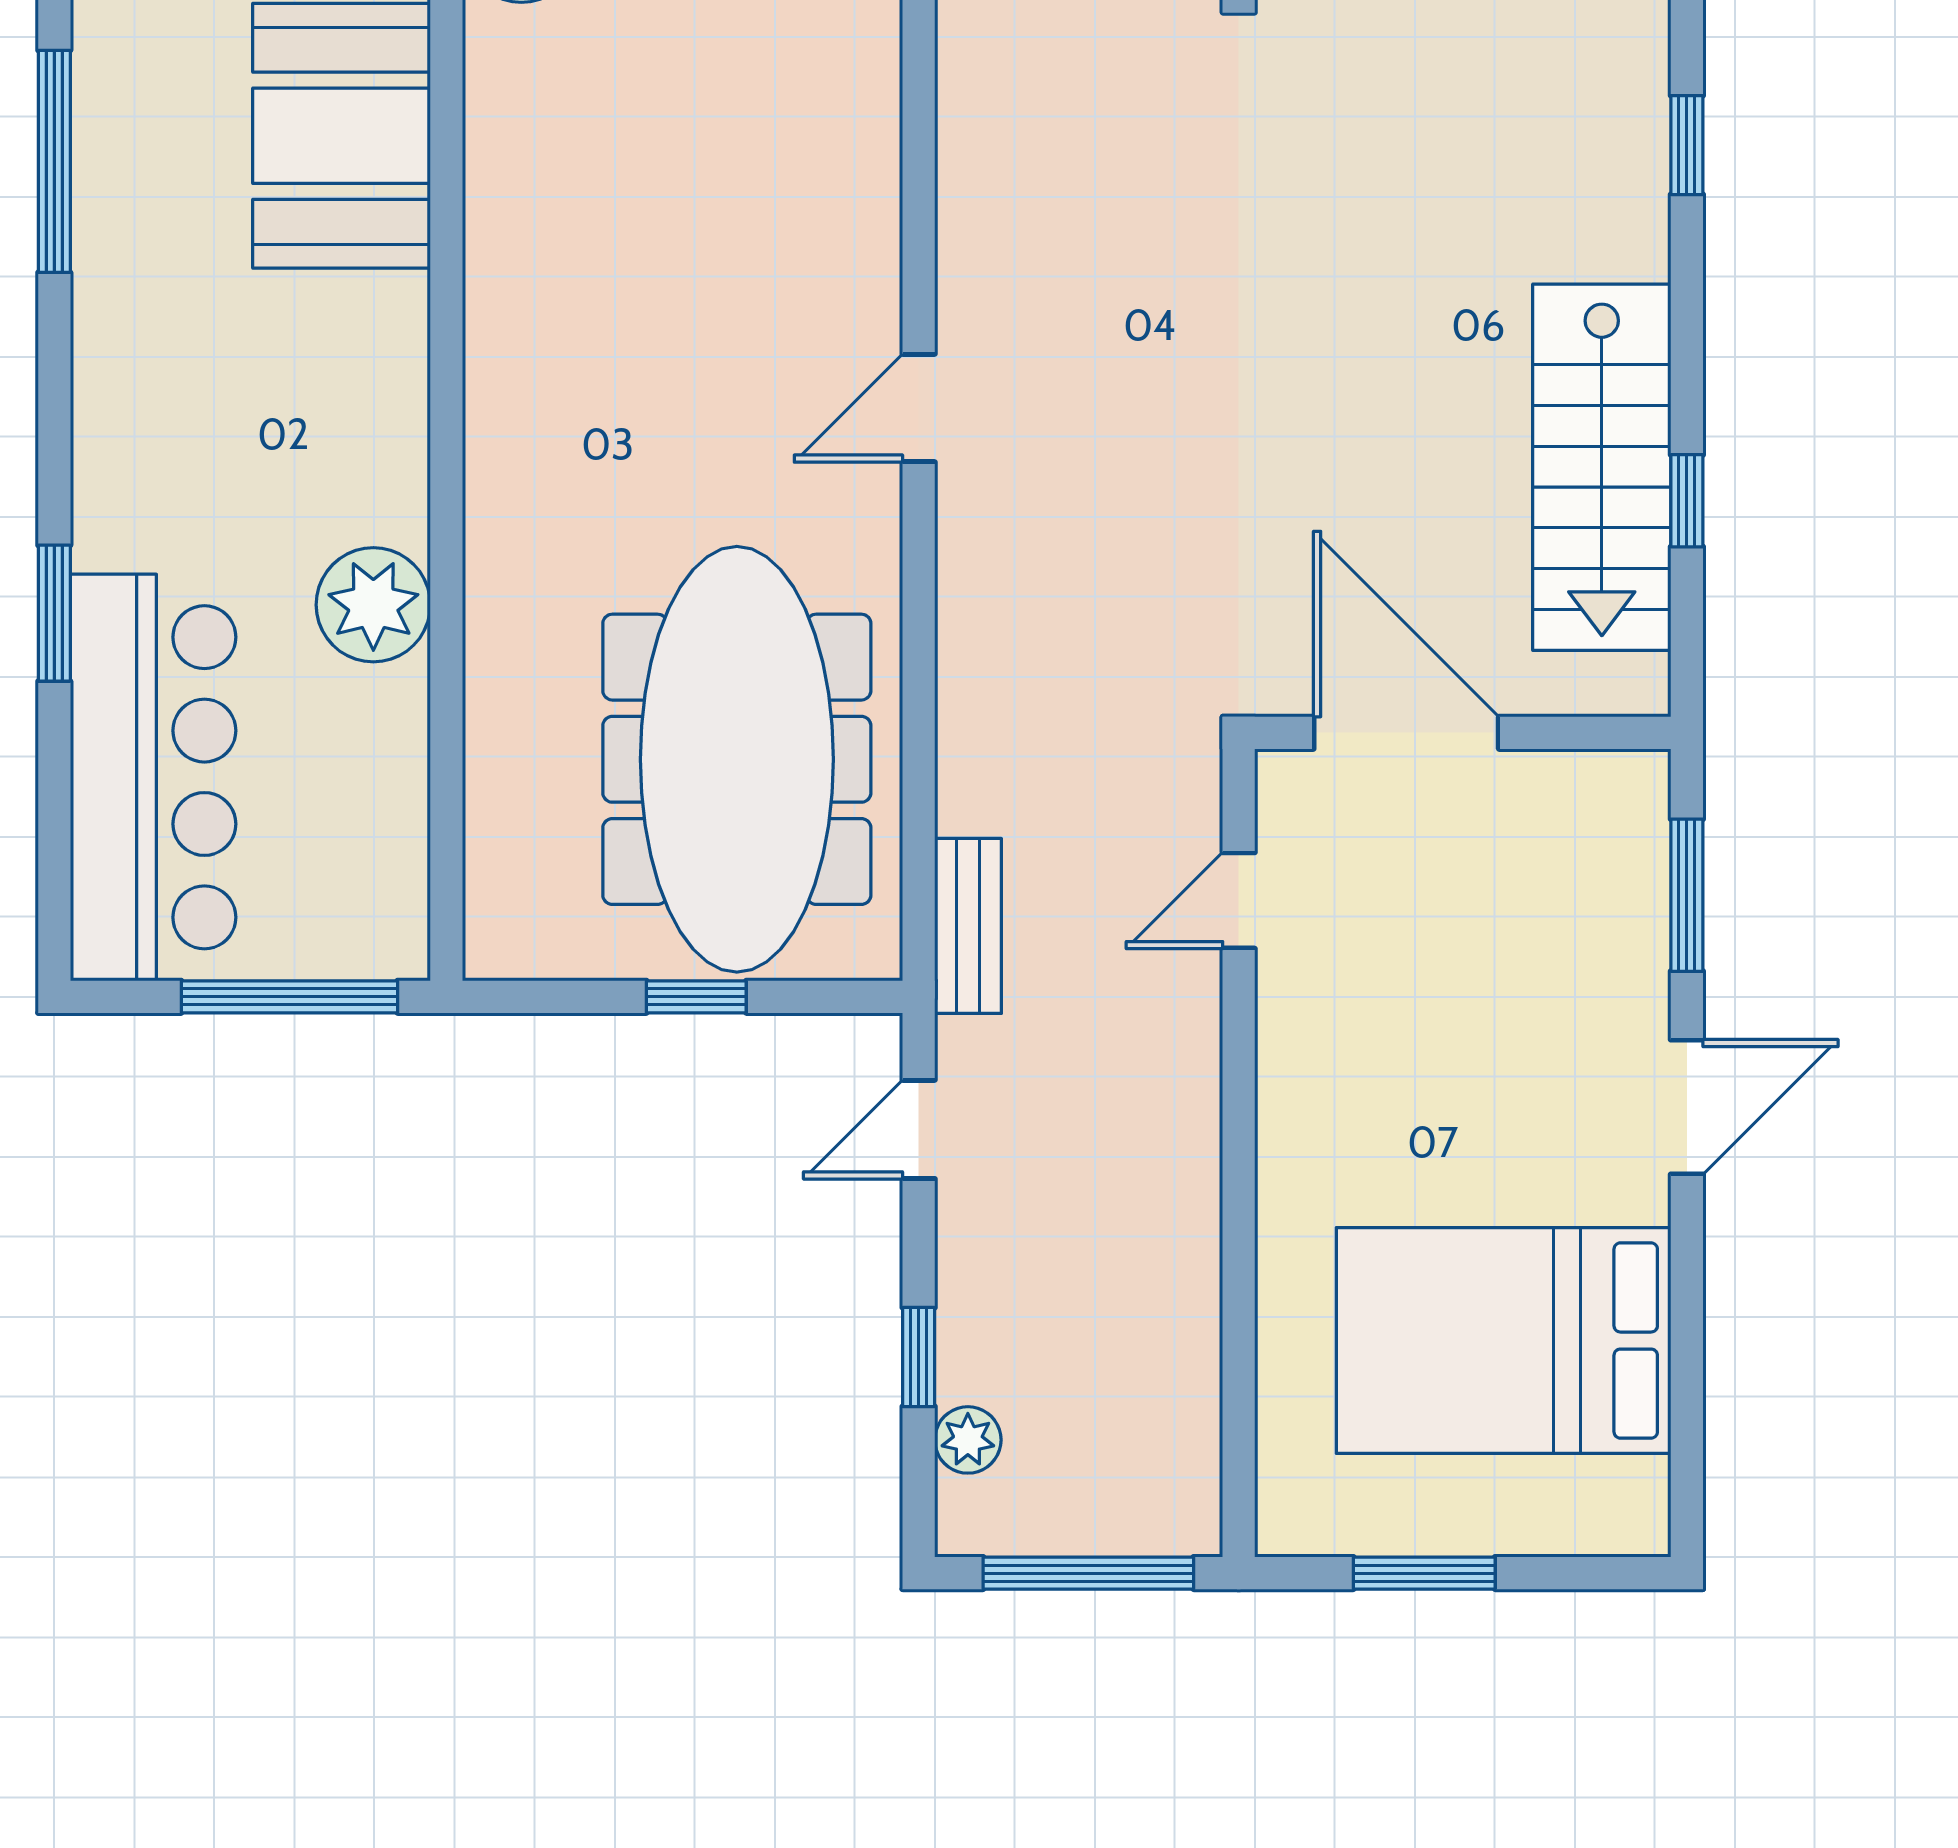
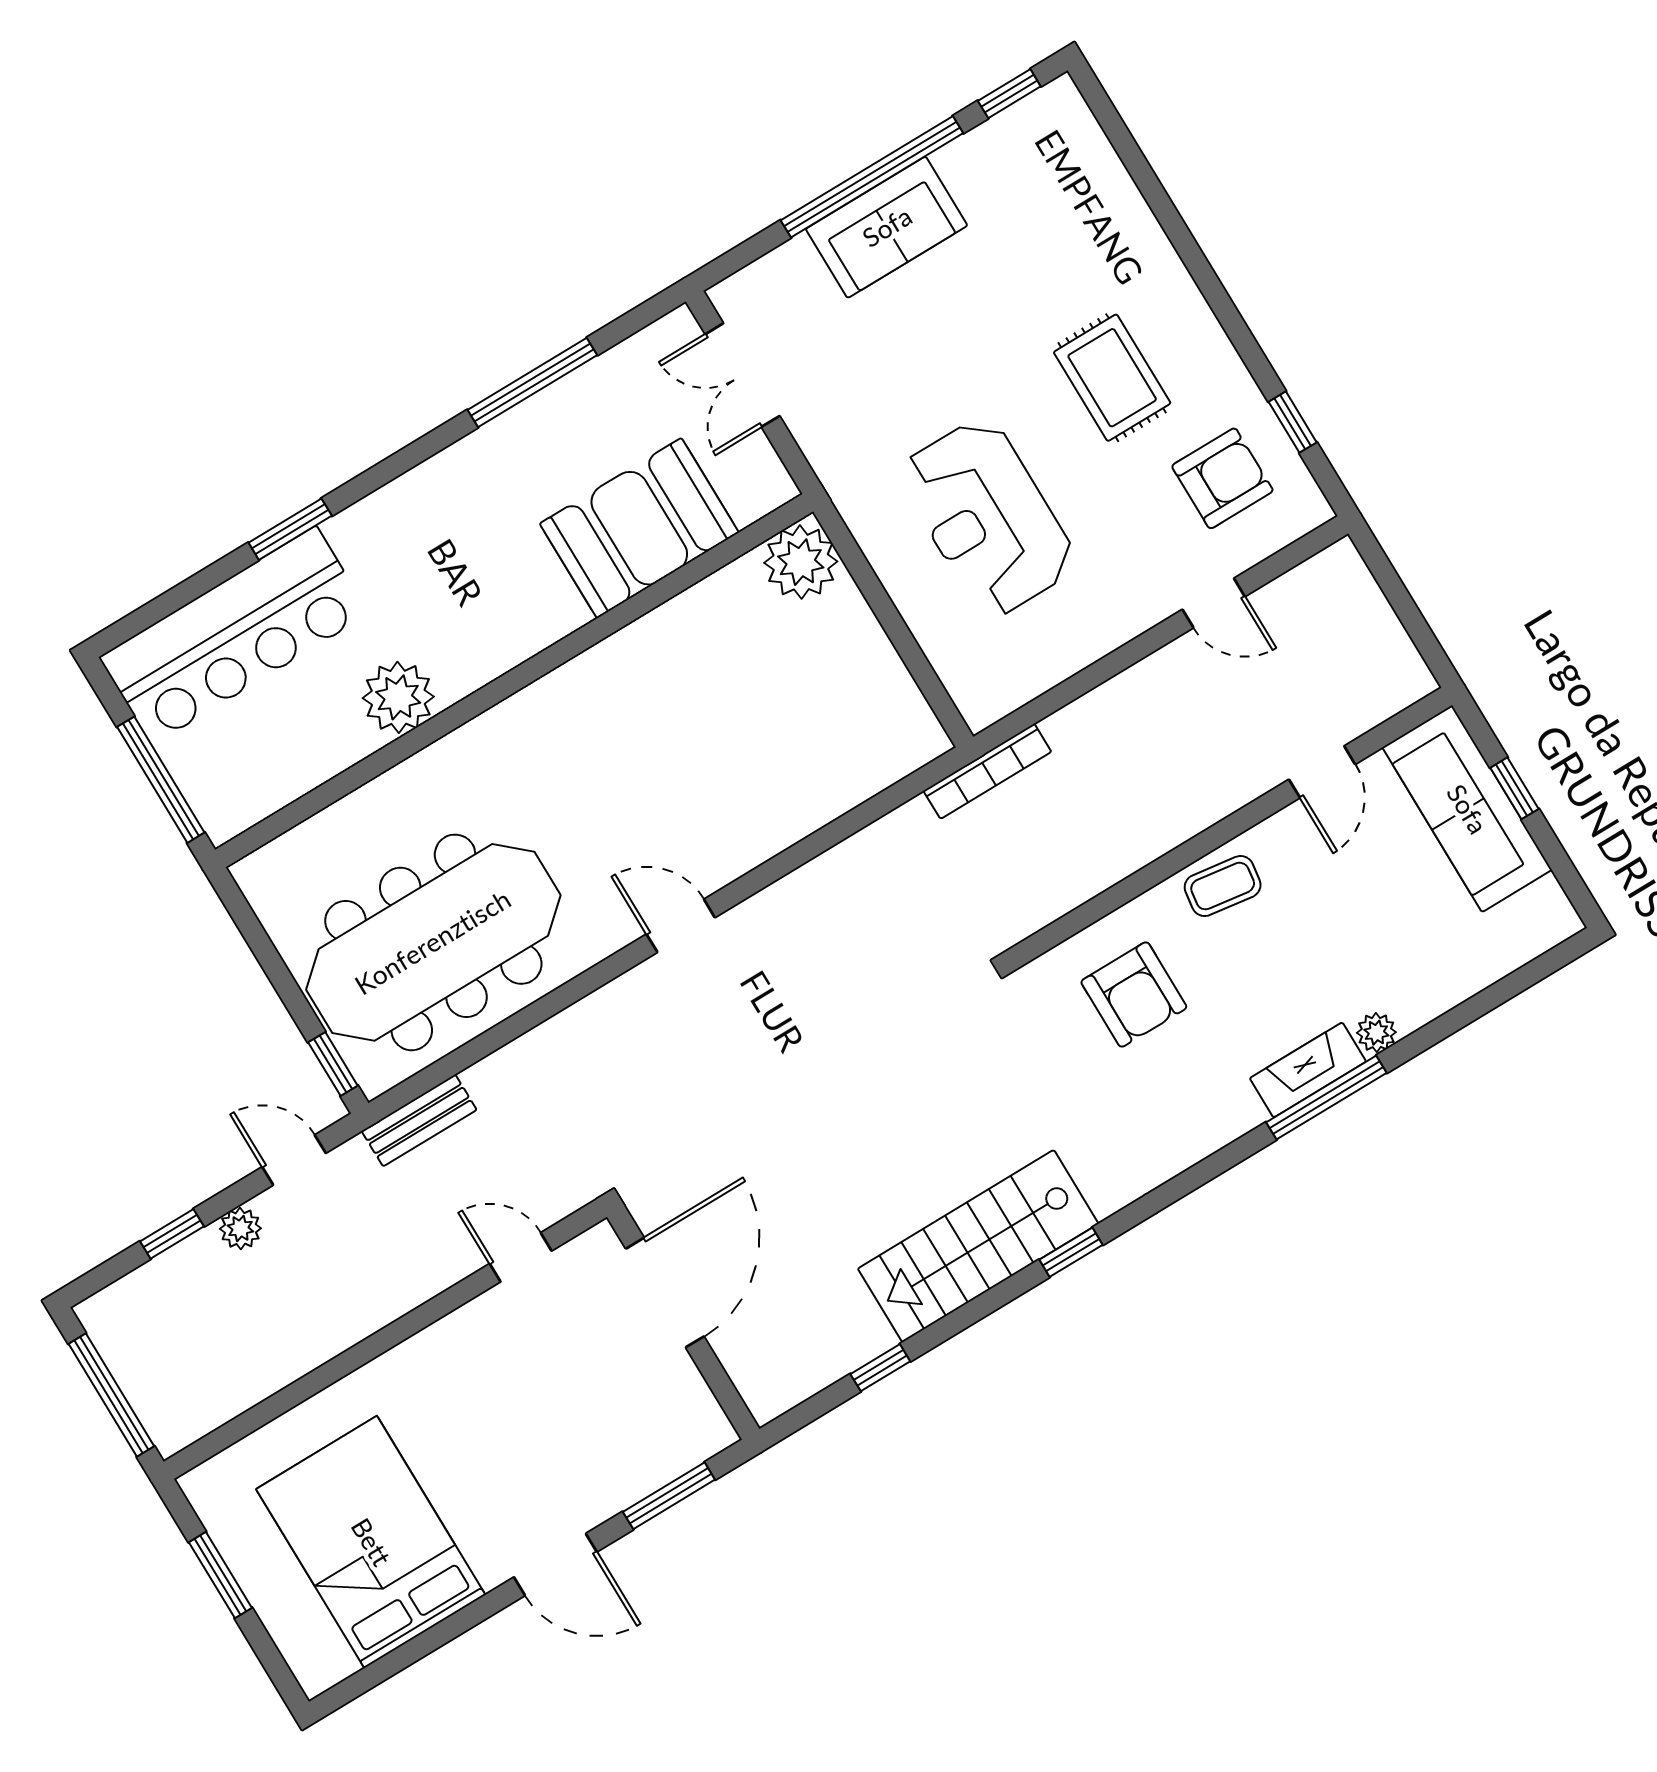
stairs: (1602, 467) -> (978, 1246), moved
window: (696, 997) -> (333, 1064), moved
plant: (968, 1440) -> (240, 1229), moved

